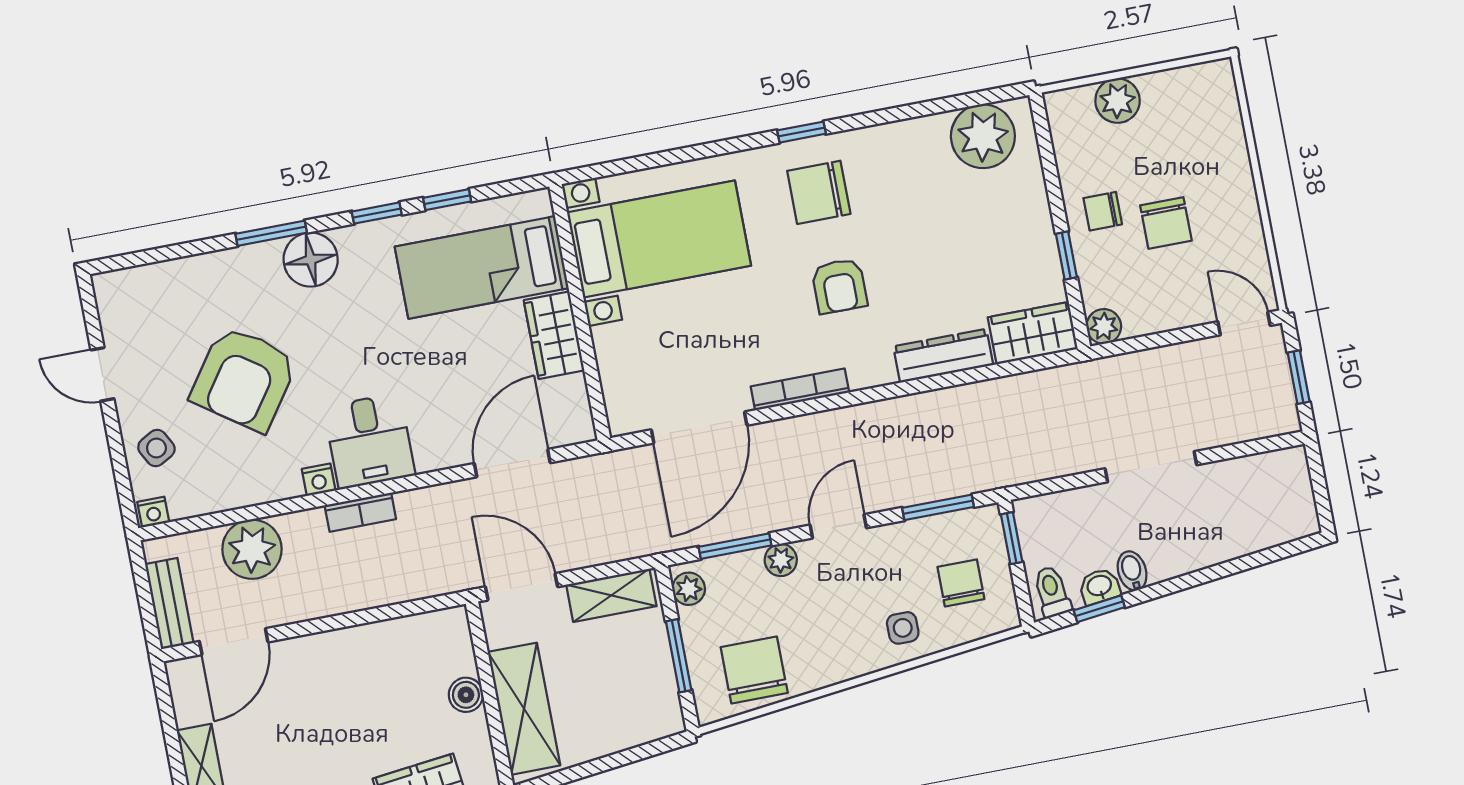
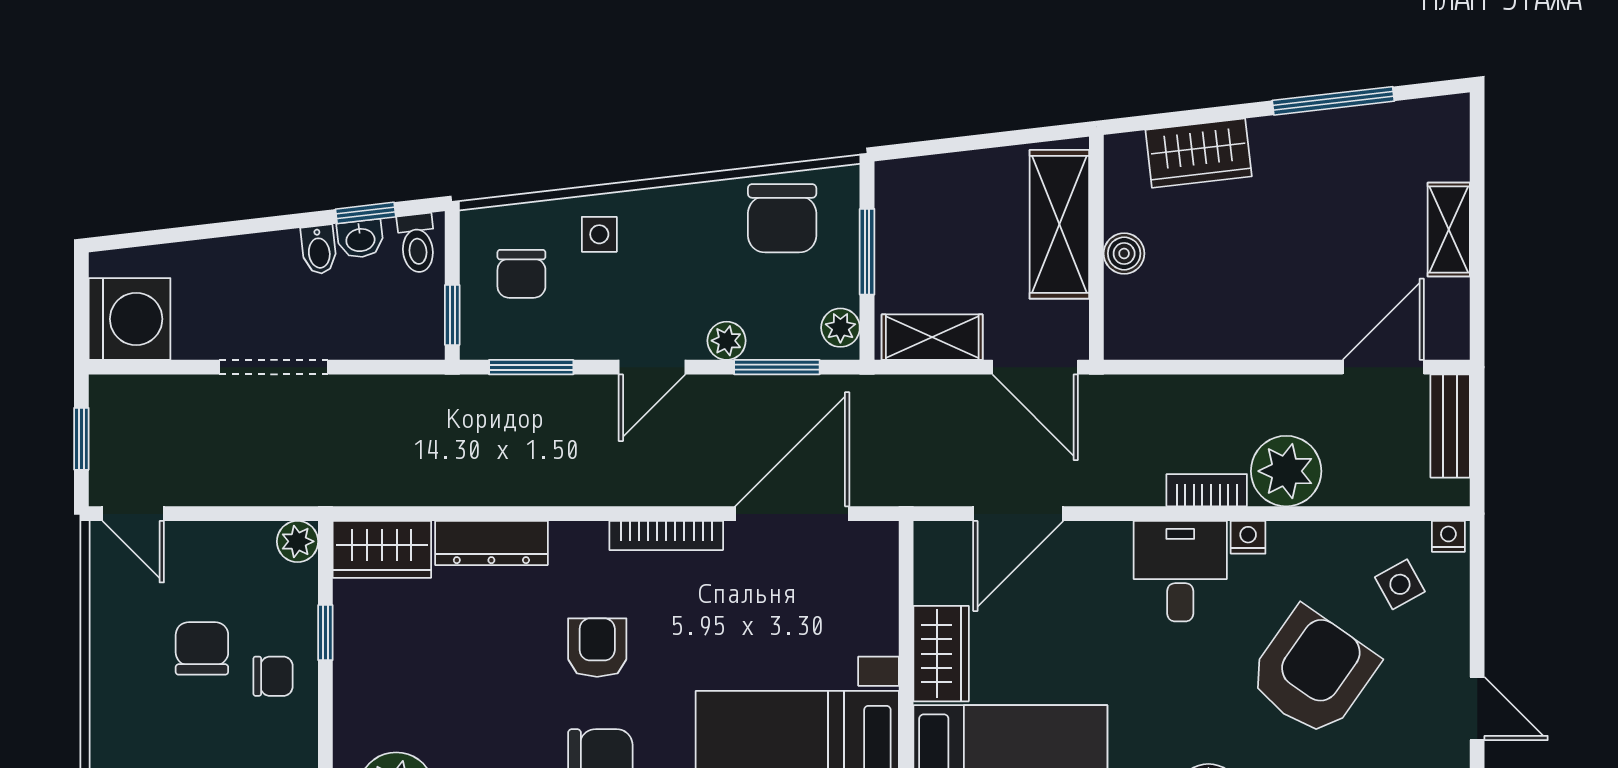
side table: (156, 448) -> (1400, 584), moved
washing machine: (1278, 484) -> (130, 319), added
plant: (252, 549) -> (1286, 471), moved

